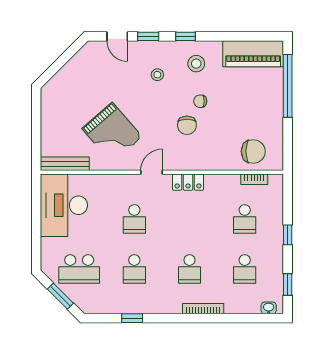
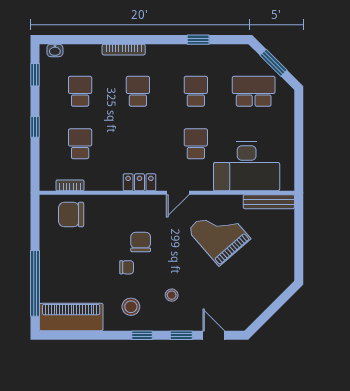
desk: (64, 205) -> (247, 166), moved, turned 90

